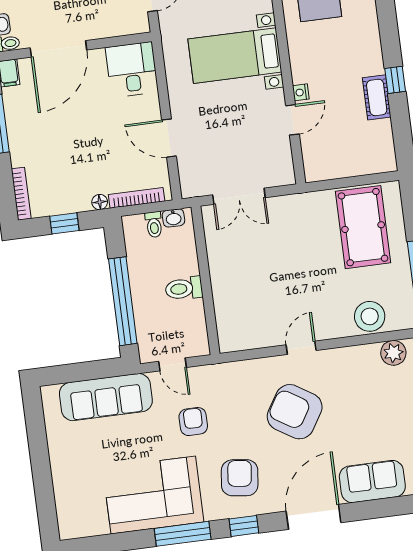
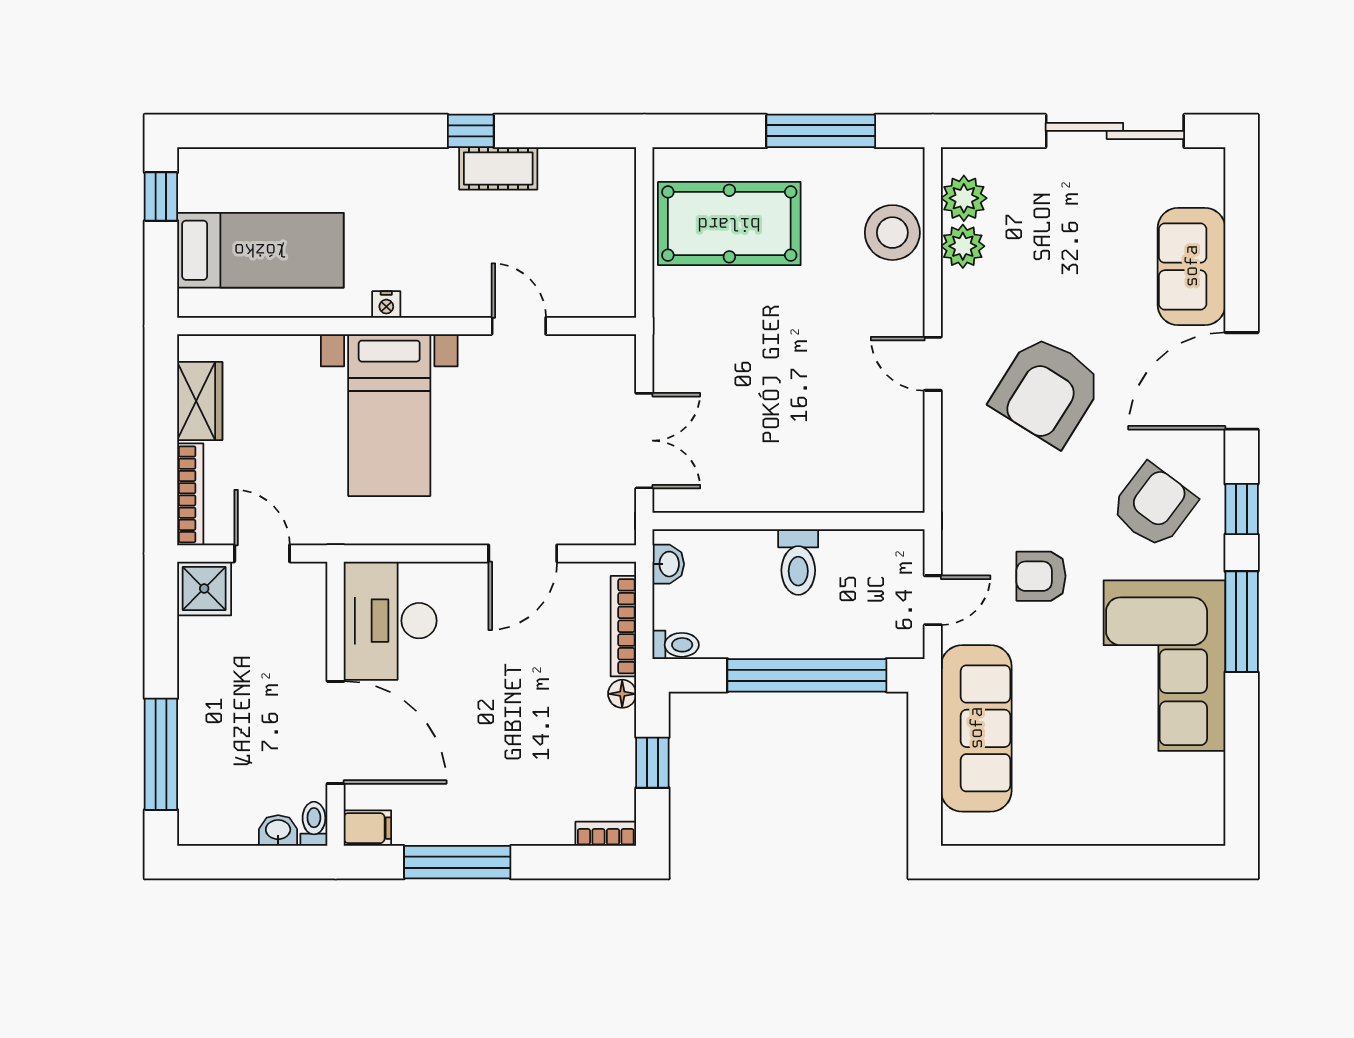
desk: (132, 70) -> (390, 621), width x1.37
nightstand: (301, 92) -> (386, 304), moved
bookcase: (21, 194) -> (606, 834), width x0.64
toilet: (154, 225) -> (676, 645), moved
plant: (367, 356) -> (963, 246), added
armchair: (240, 478) -> (1154, 506), turned 120
door: (314, 517) -> (1242, 381), hinge flipped

